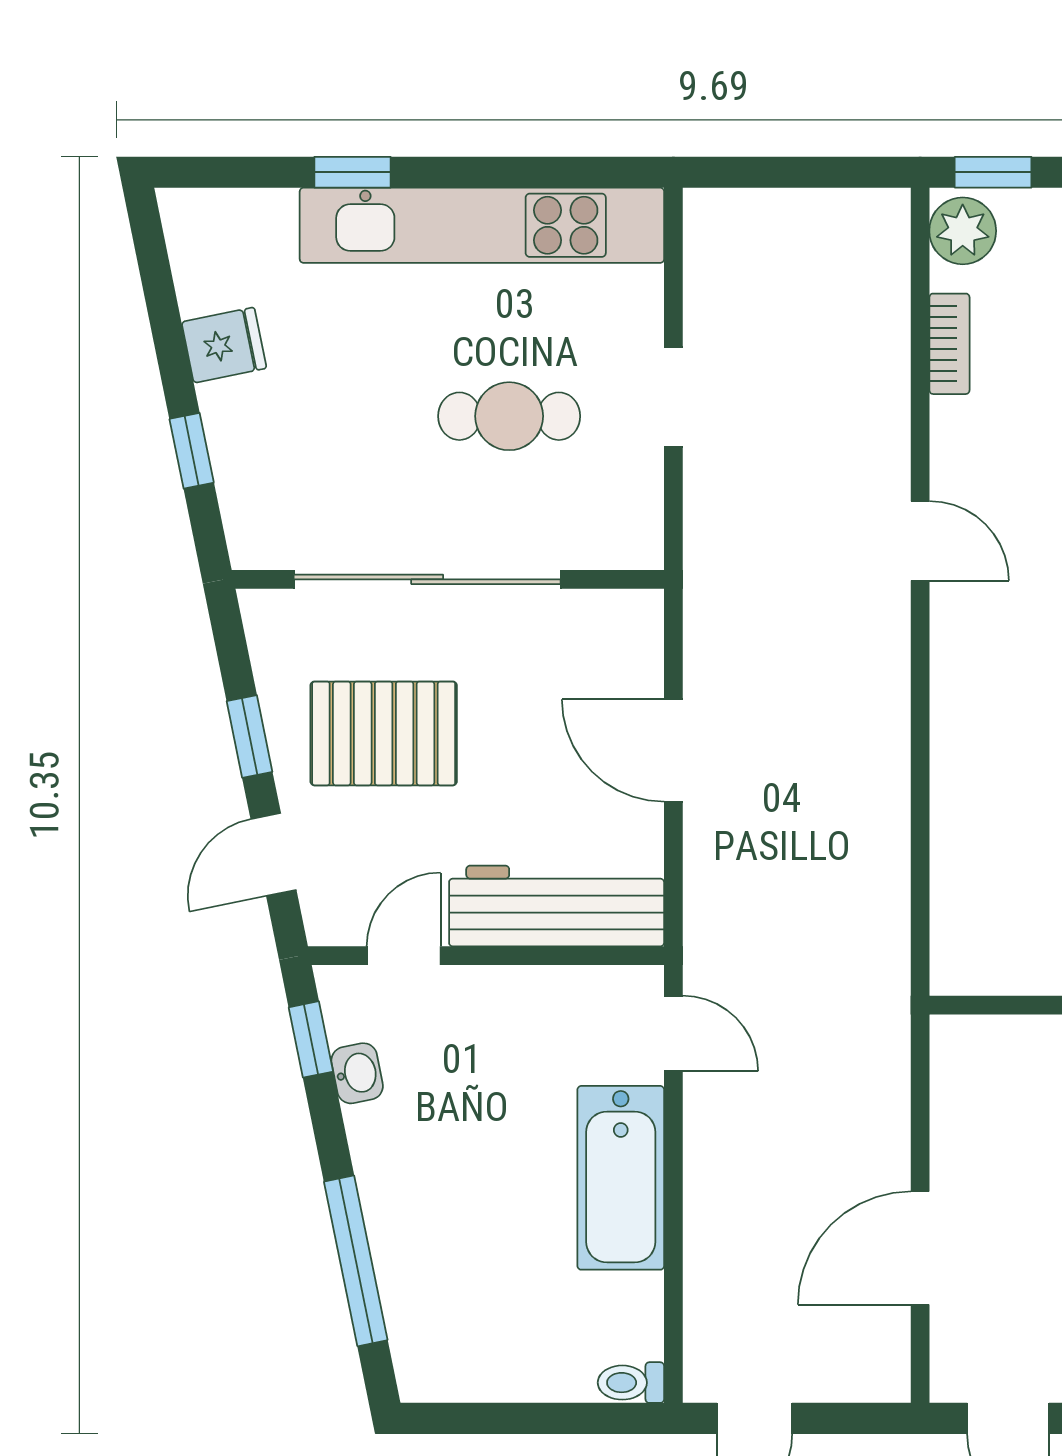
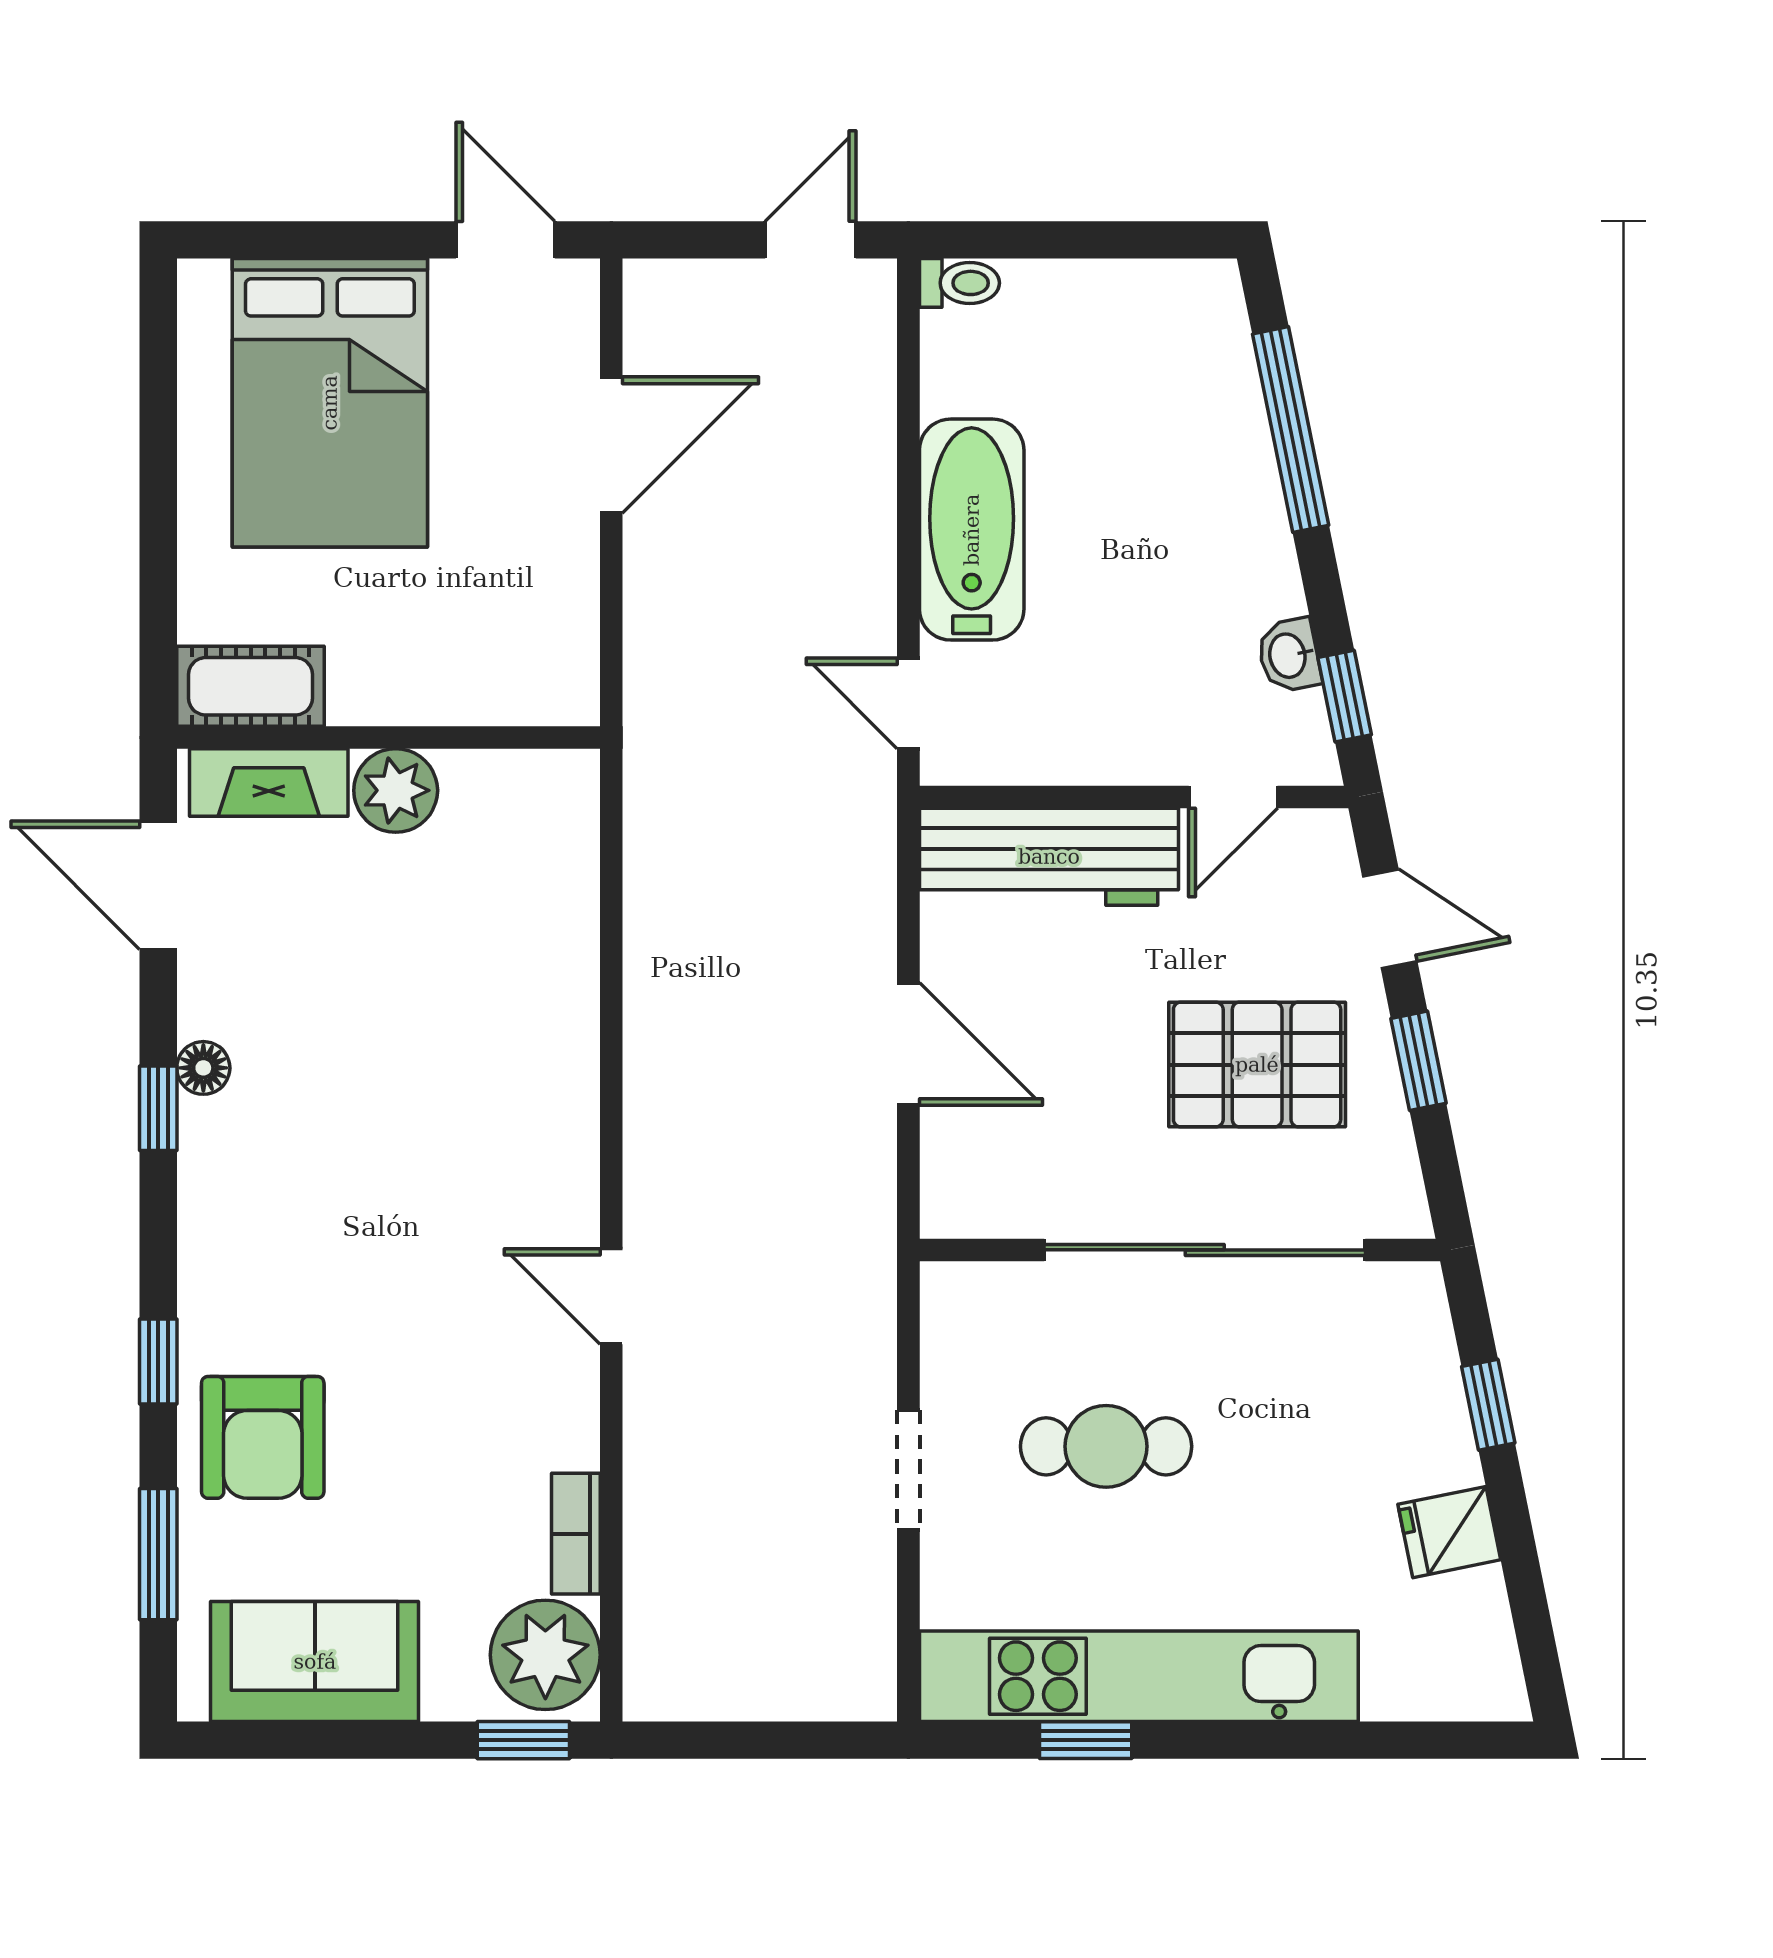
window: (353, 172) -> (1086, 1740), moved
plant: (963, 231) -> (545, 1655), width x1.36, depth x1.36
door: (273, 854) -> (1390, 919), hinge flipped

